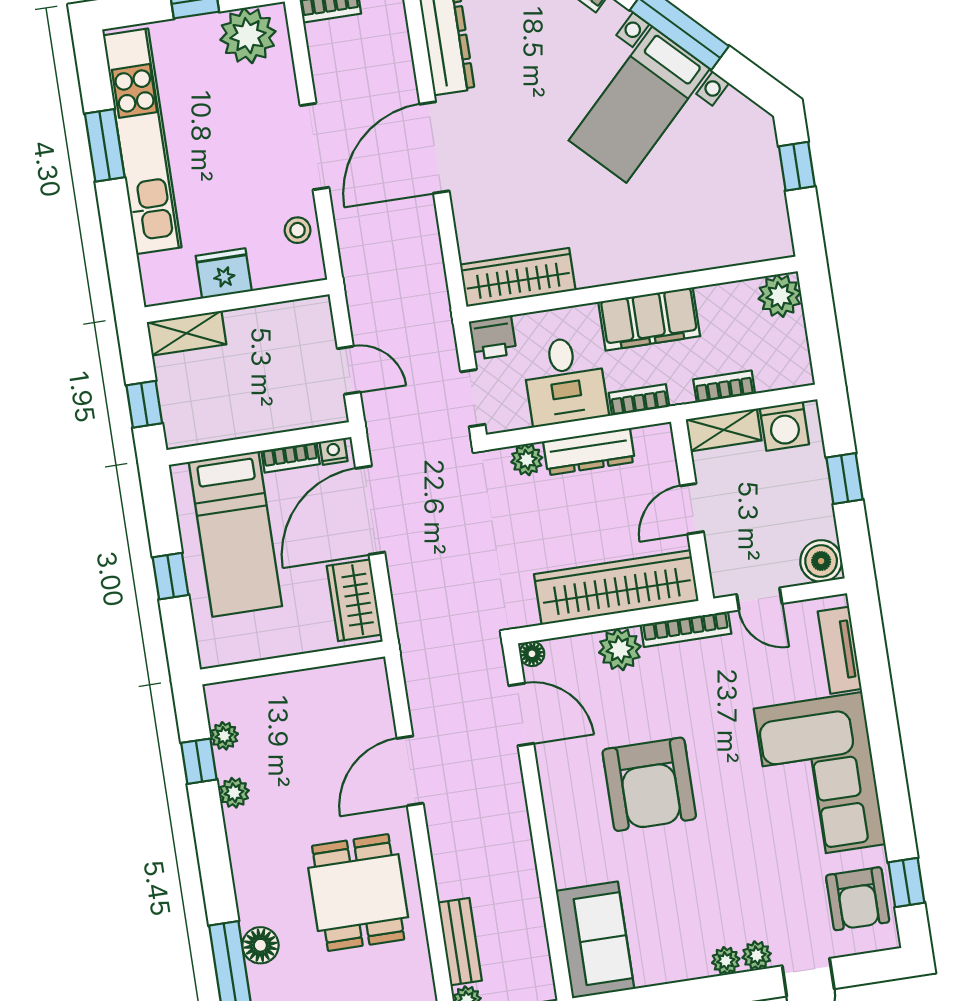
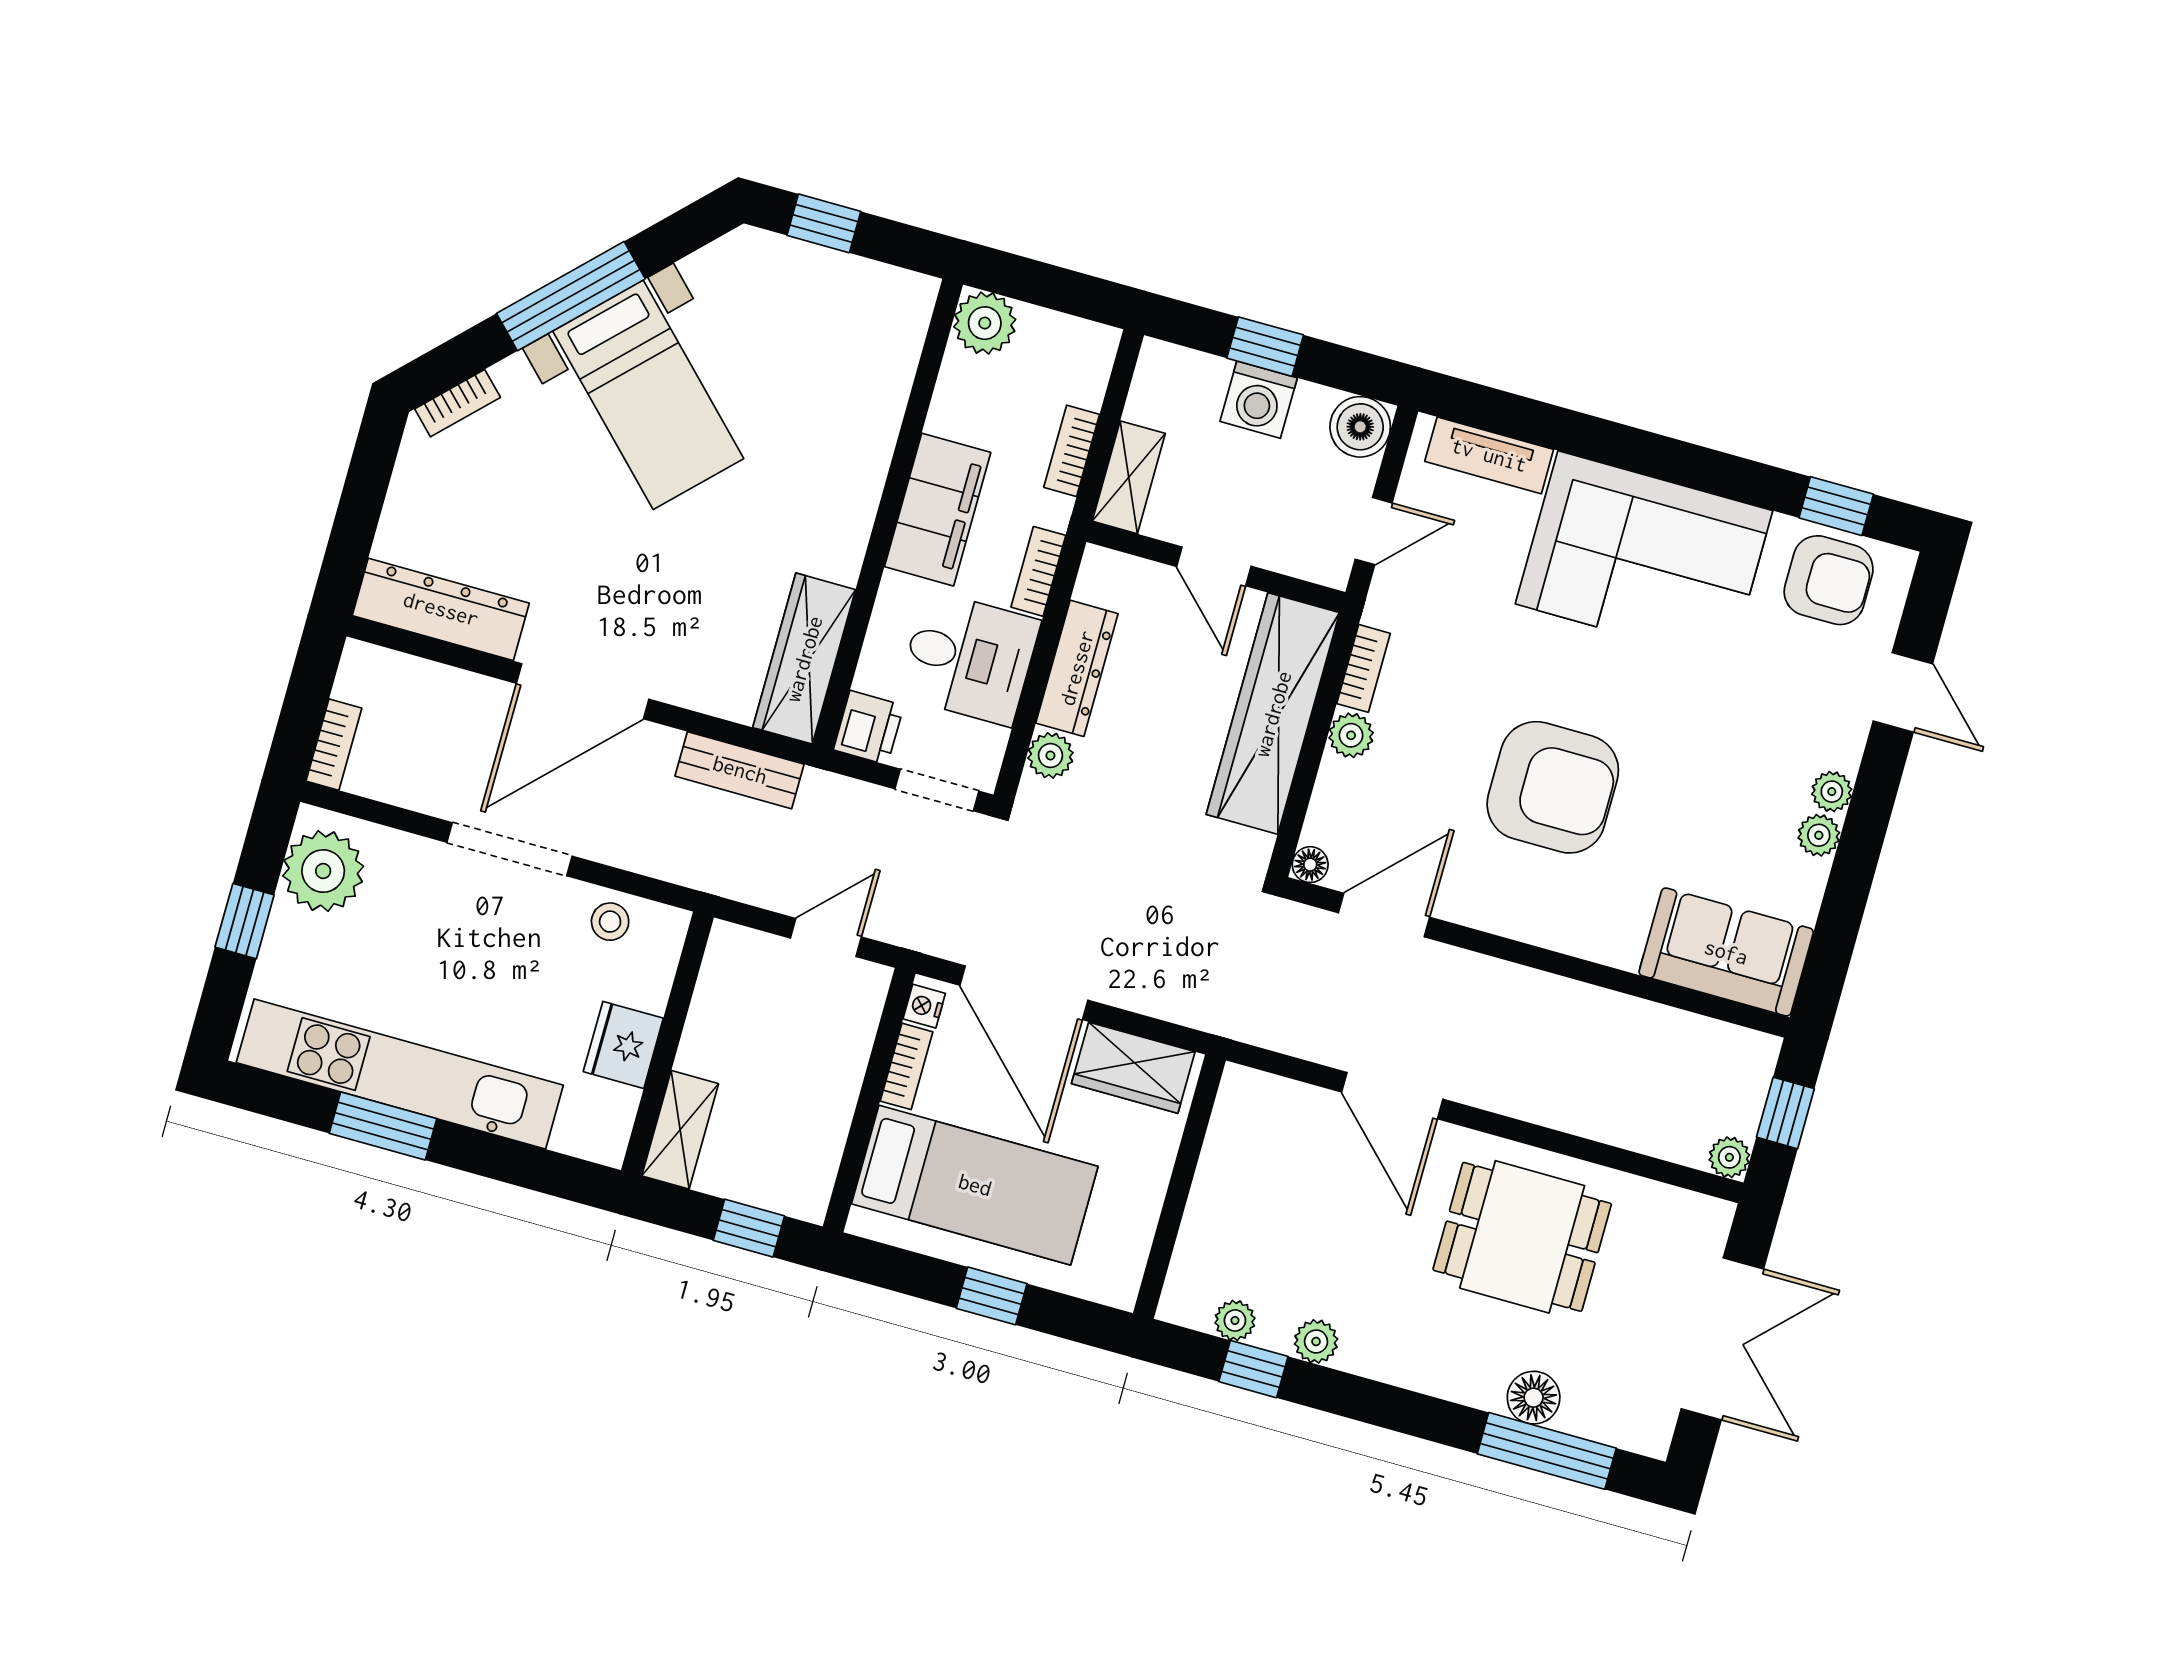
door: (434, 148) -> (583, 691), hinge flipped
washing machine: (784, 426) -> (1259, 400), moved, turned 90
bookcase: (686, 629) -> (1363, 668), width x0.64
plant: (620, 649) -> (1351, 735), width x0.73, depth x0.73
bench: (460, 942) -> (740, 770), moved
plant: (757, 955) -> (1819, 835), moved

